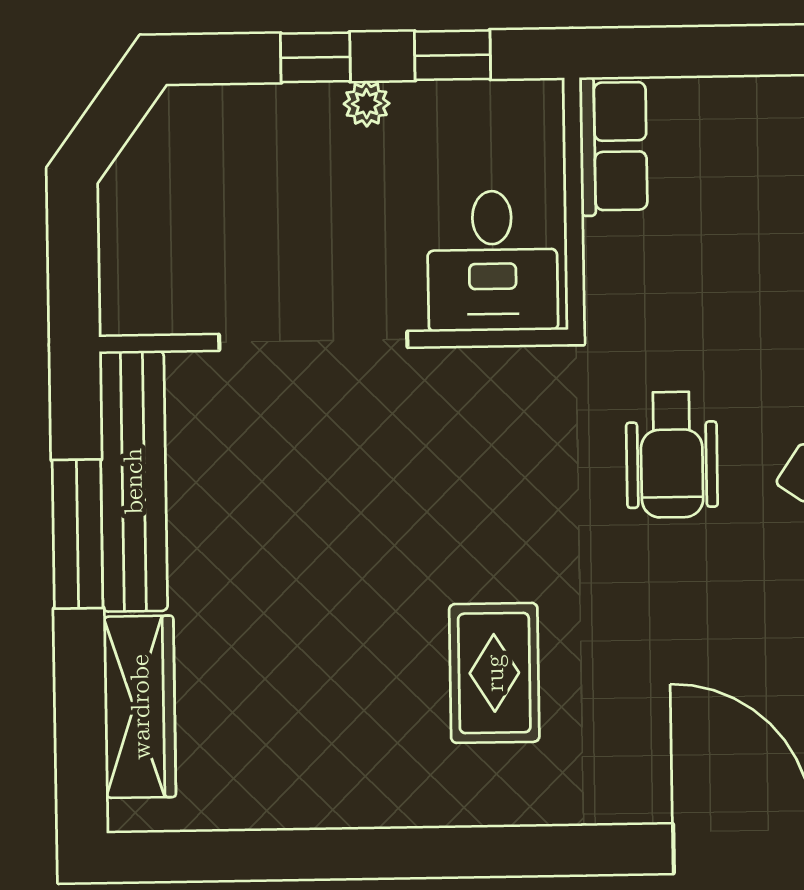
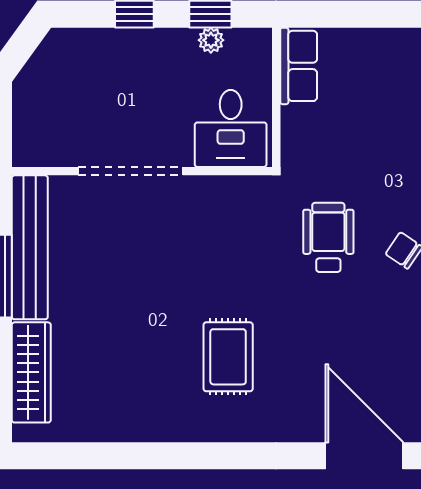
plant: (367, 104) -> (211, 40), moved
wheelchair: (672, 455) -> (328, 237), turned 180

